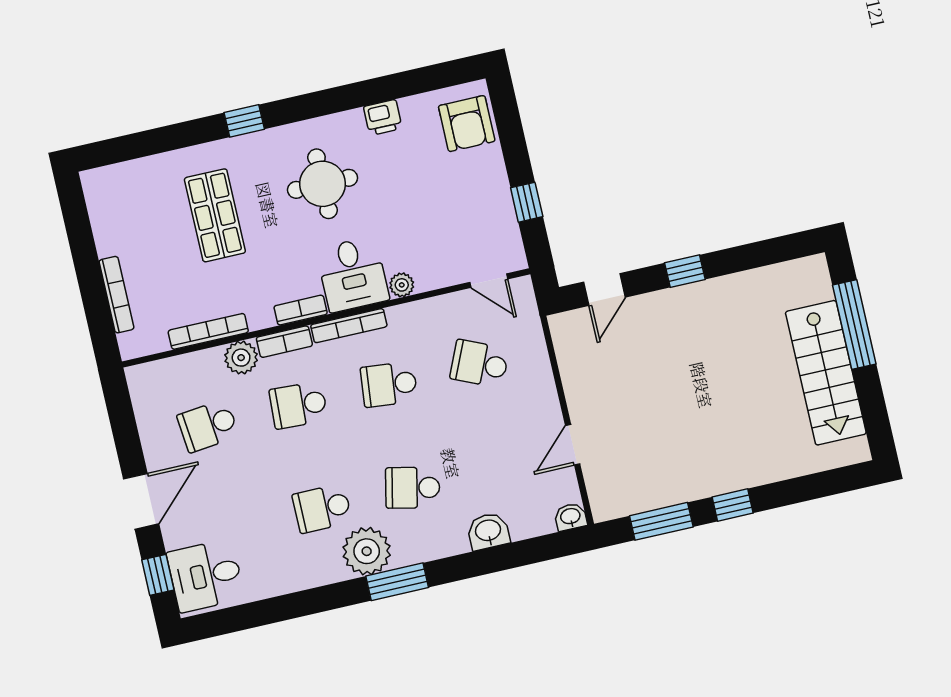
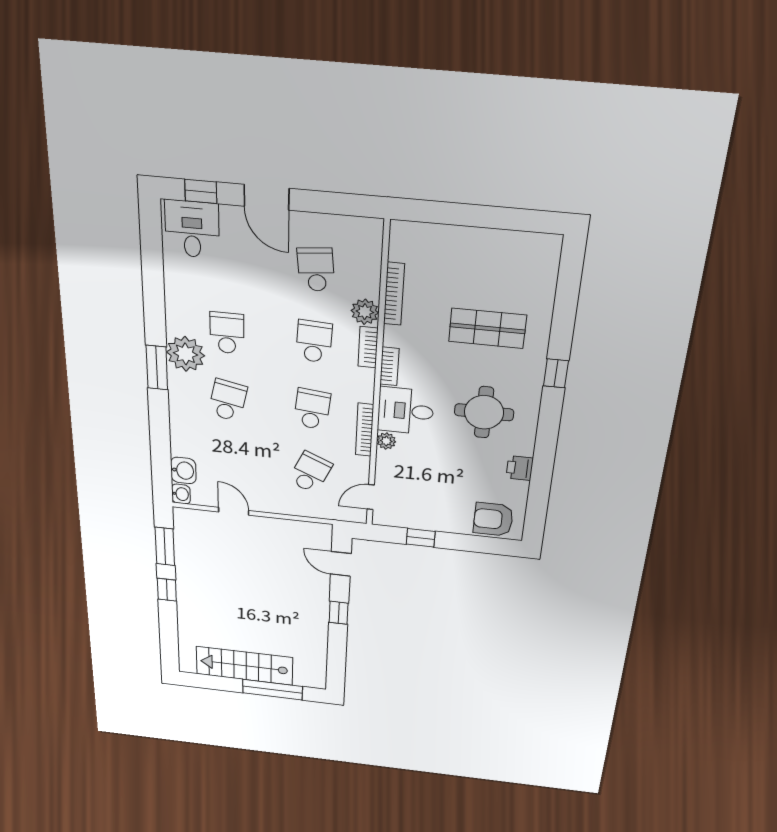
bookcase: (116, 295) -> (448, 232), removed
bookcase: (349, 326) -> (364, 430), moved
washbasin: (488, 531) -> (183, 470), moved

